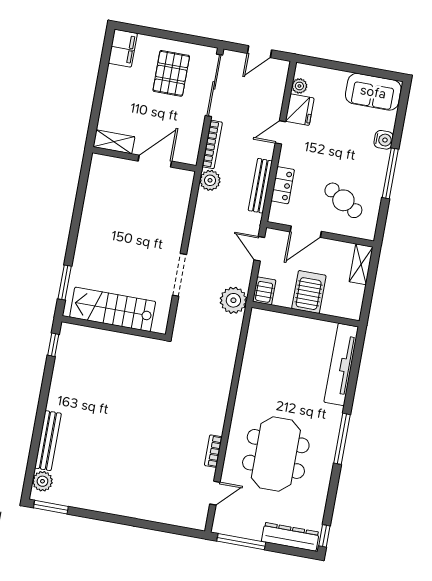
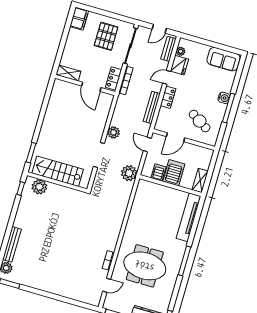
bench: (279, 84) -> (168, 49), added
water cooler: (384, 140) -> (224, 98), moved
locker: (191, 143) -> (114, 79), added
door: (155, 161) -> (91, 87), swing flipped
plant: (210, 180) -> (114, 132), moved
locker: (283, 185) -> (168, 97), moved
shelving: (361, 264) -> (200, 180), moved
server rack: (264, 291) -> (158, 173), moved
plant: (84, 339) -> (39, 187), added
meeting table: (276, 454) -> (145, 266), turned 90

